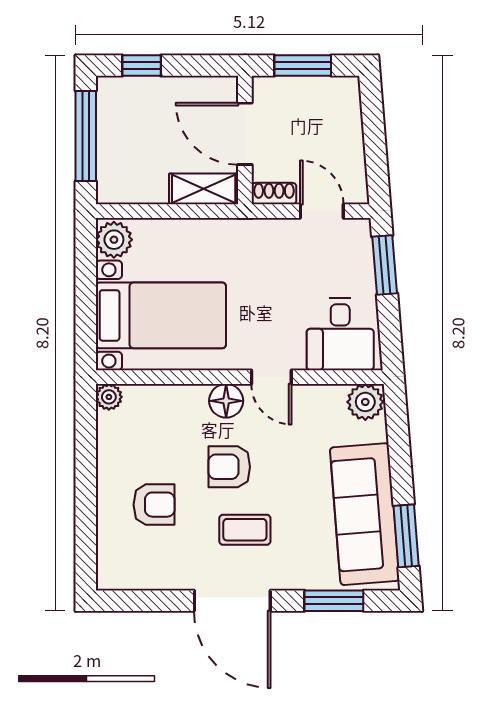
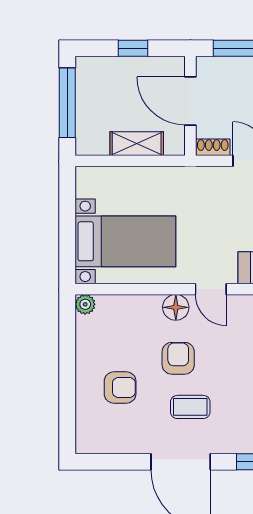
window: (142, 65) -> (133, 48), moved
shelving: (204, 189) -> (137, 144), moved
plant: (114, 240) -> (89, 183), removed
armchair: (229, 467) -> (178, 358), turned 90

